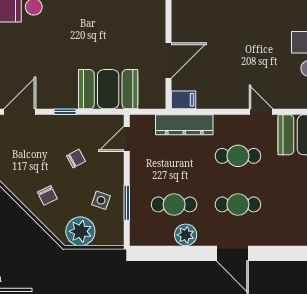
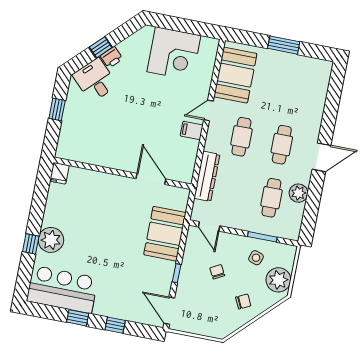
filing cabinet: (184, 100) -> (192, 130), moved, turned -90

